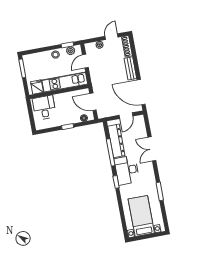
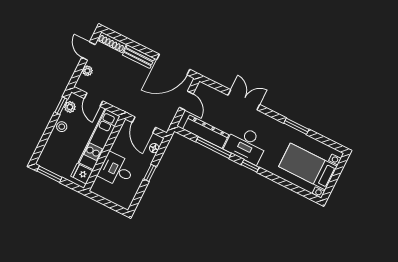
door: (93, 102) -> (144, 125), hinge flipped
desk: (44, 108) -> (116, 170), moved
double door: (152, 149) -> (244, 100), swing flipped

